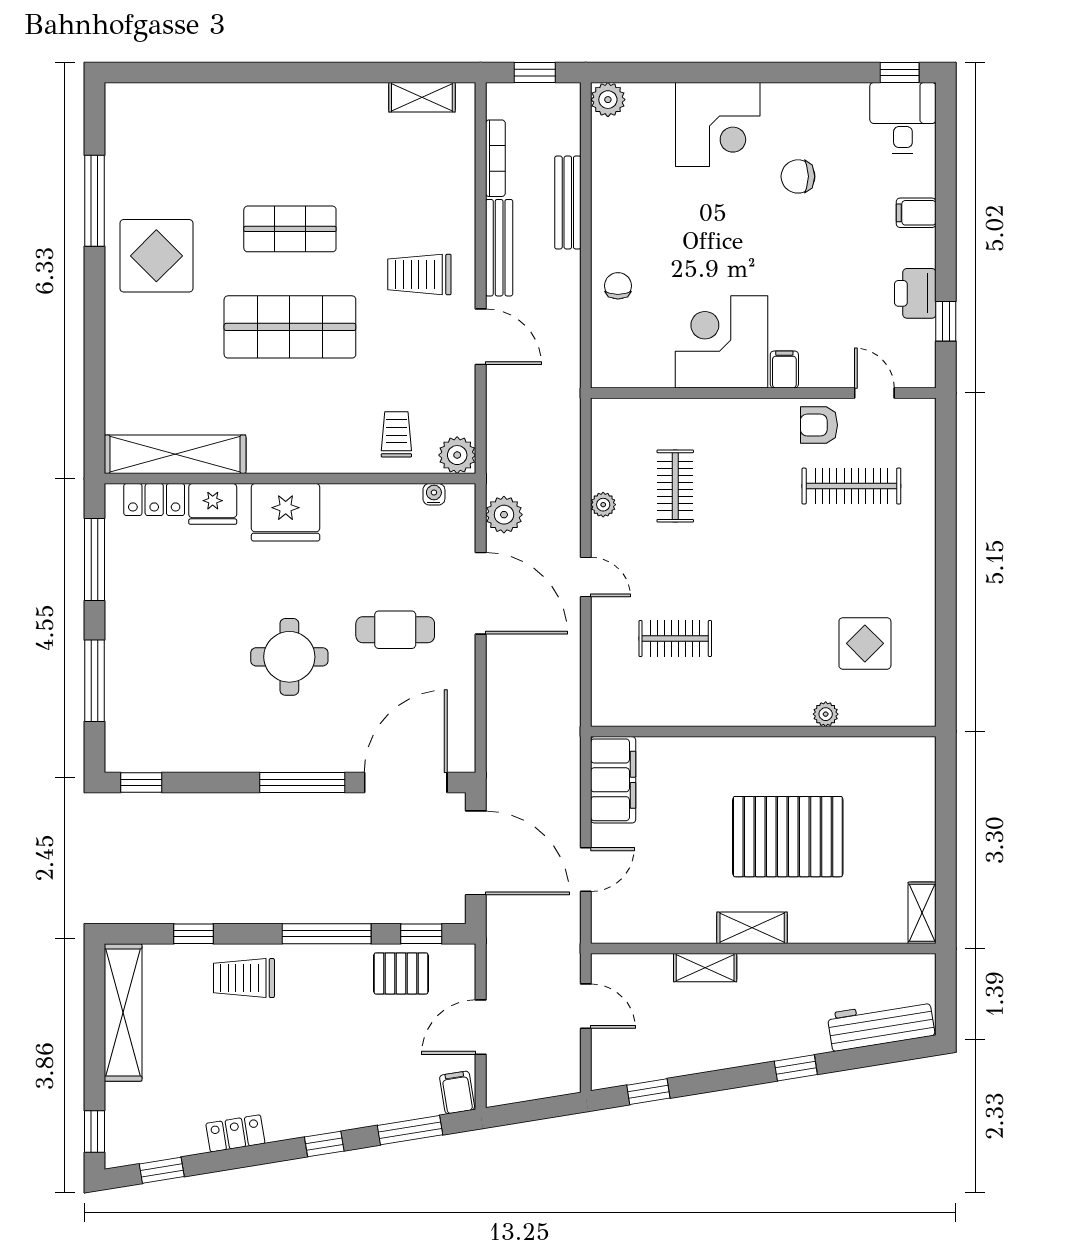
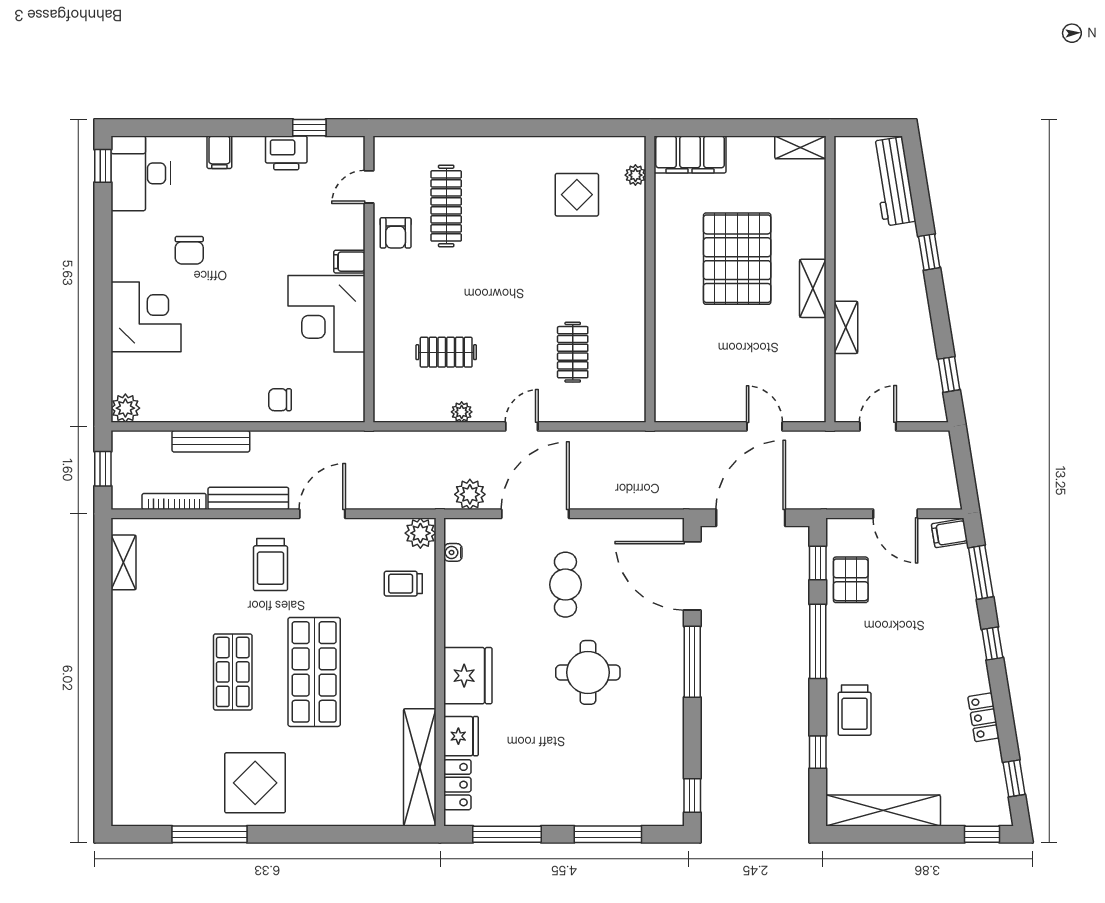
desk: (903, 118) -> (141, 173), width x1.37
plant: (826, 714) -> (635, 175), moved
filing cabinet: (613, 780) -> (690, 154), moved, turned 180

